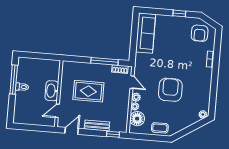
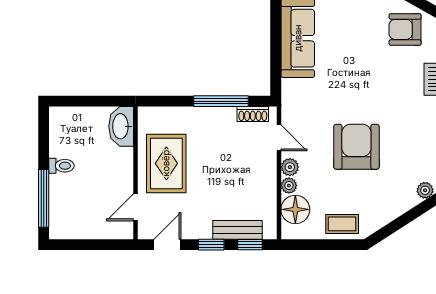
armchair: (200, 33) -> (405, 29), turned 90
window: (14, 79) -> (44, 198), moved
washbasin: (52, 91) -> (121, 126), moved
rug: (88, 91) -> (166, 163), moved, turned 90
bench: (97, 126) -> (237, 230), moved
window: (94, 133) -> (211, 245), added

